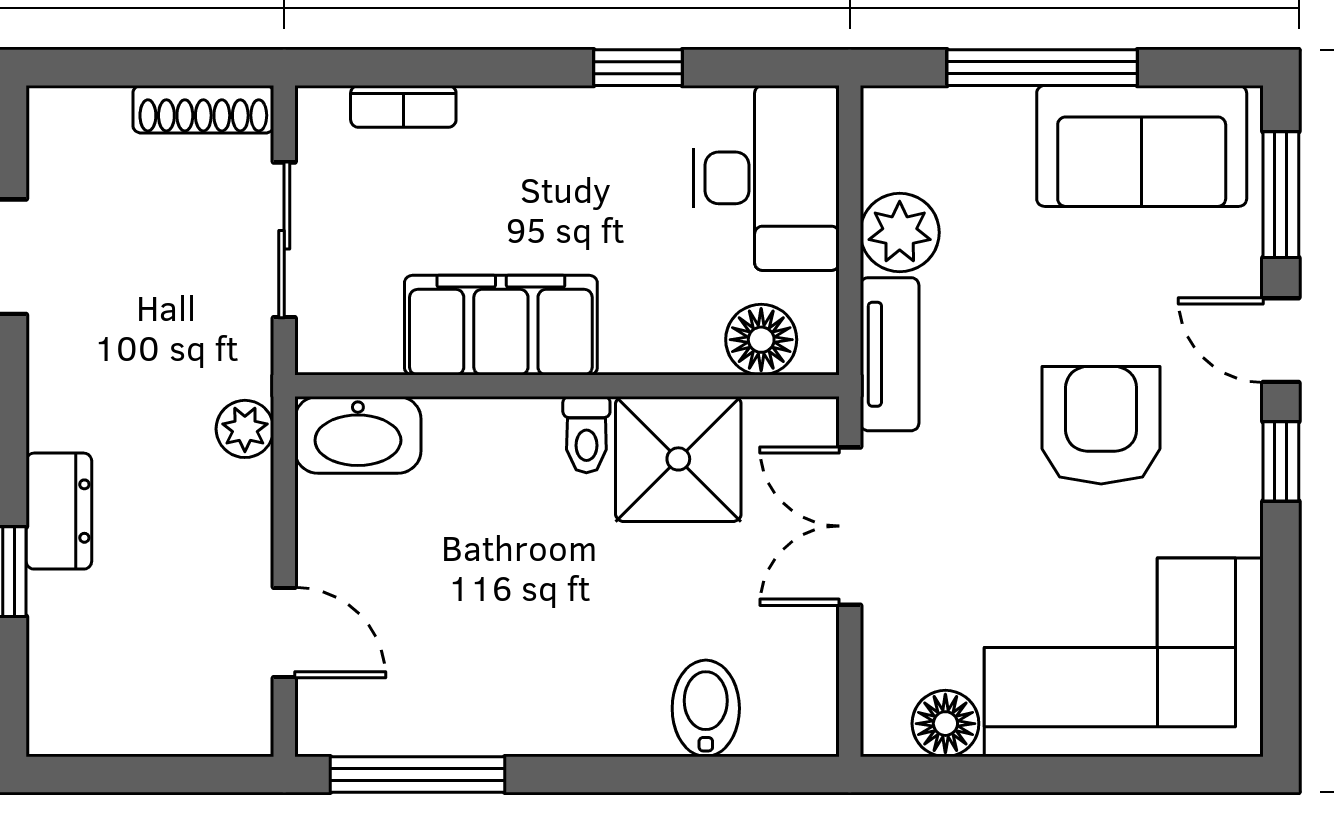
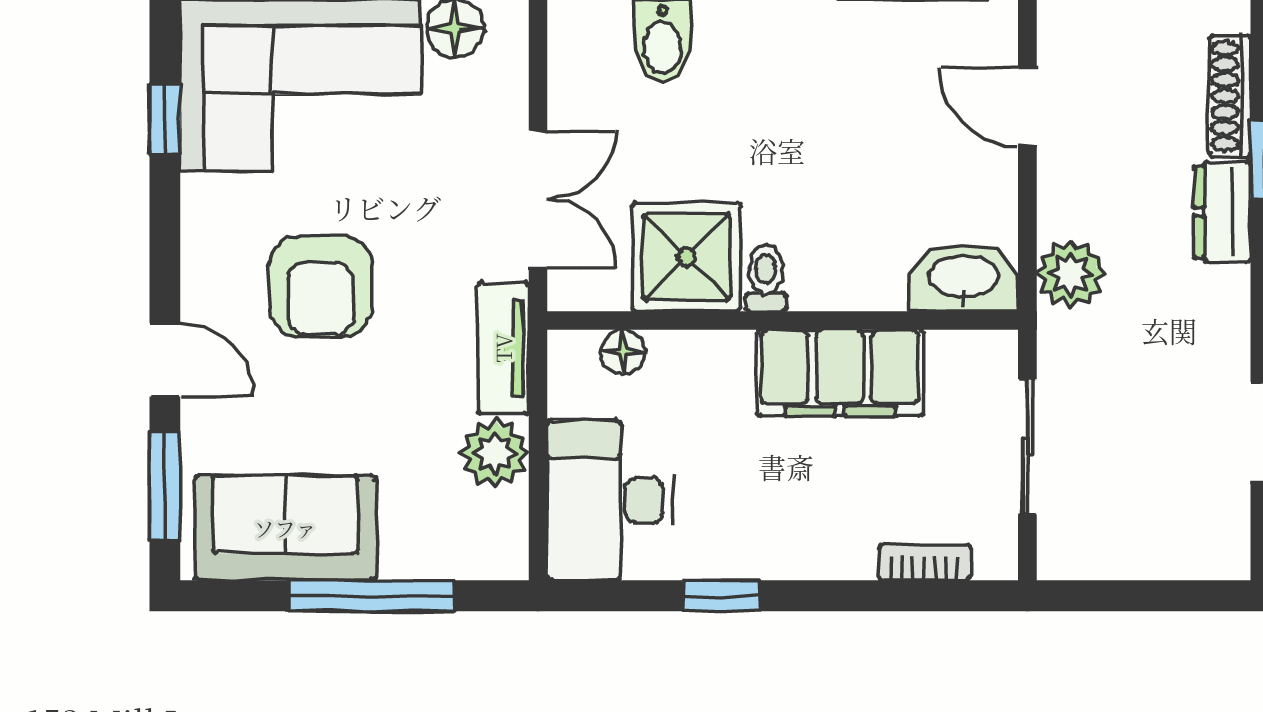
shoe rack: (203, 109) -> (1230, 96), moved, turned -90
floor lamp: (761, 340) -> (623, 352), width x0.73, depth x0.73
plant: (245, 429) -> (1071, 274), width x1.38, depth x1.38
window: (1281, 461) -> (165, 118), moved

